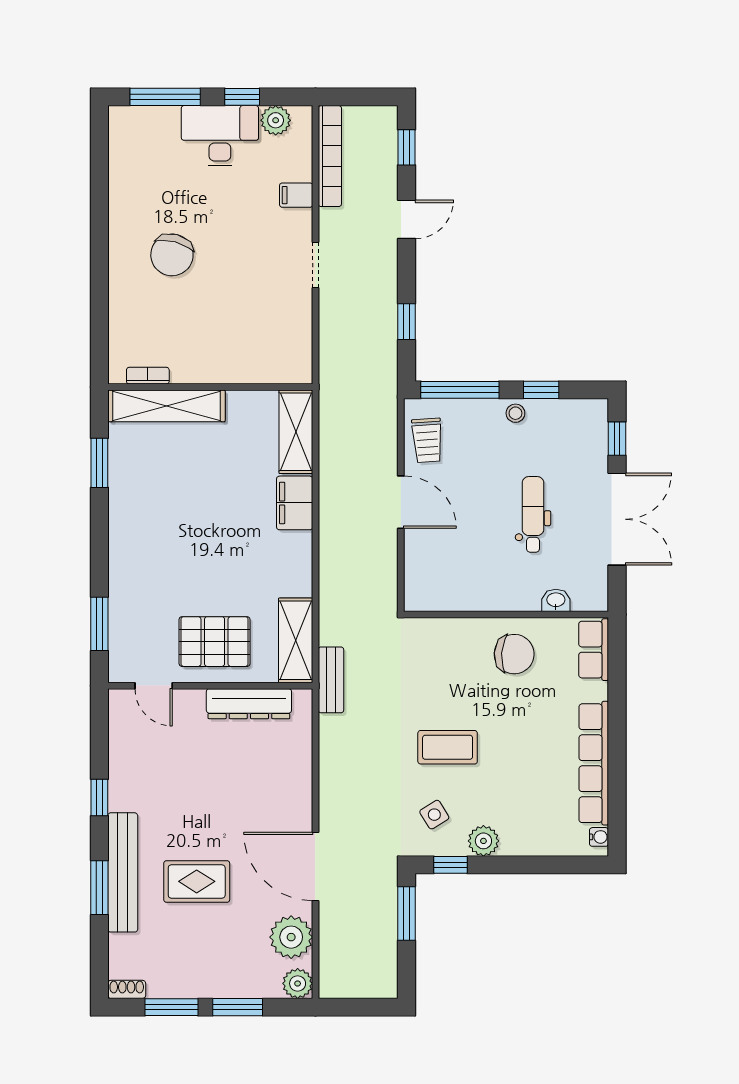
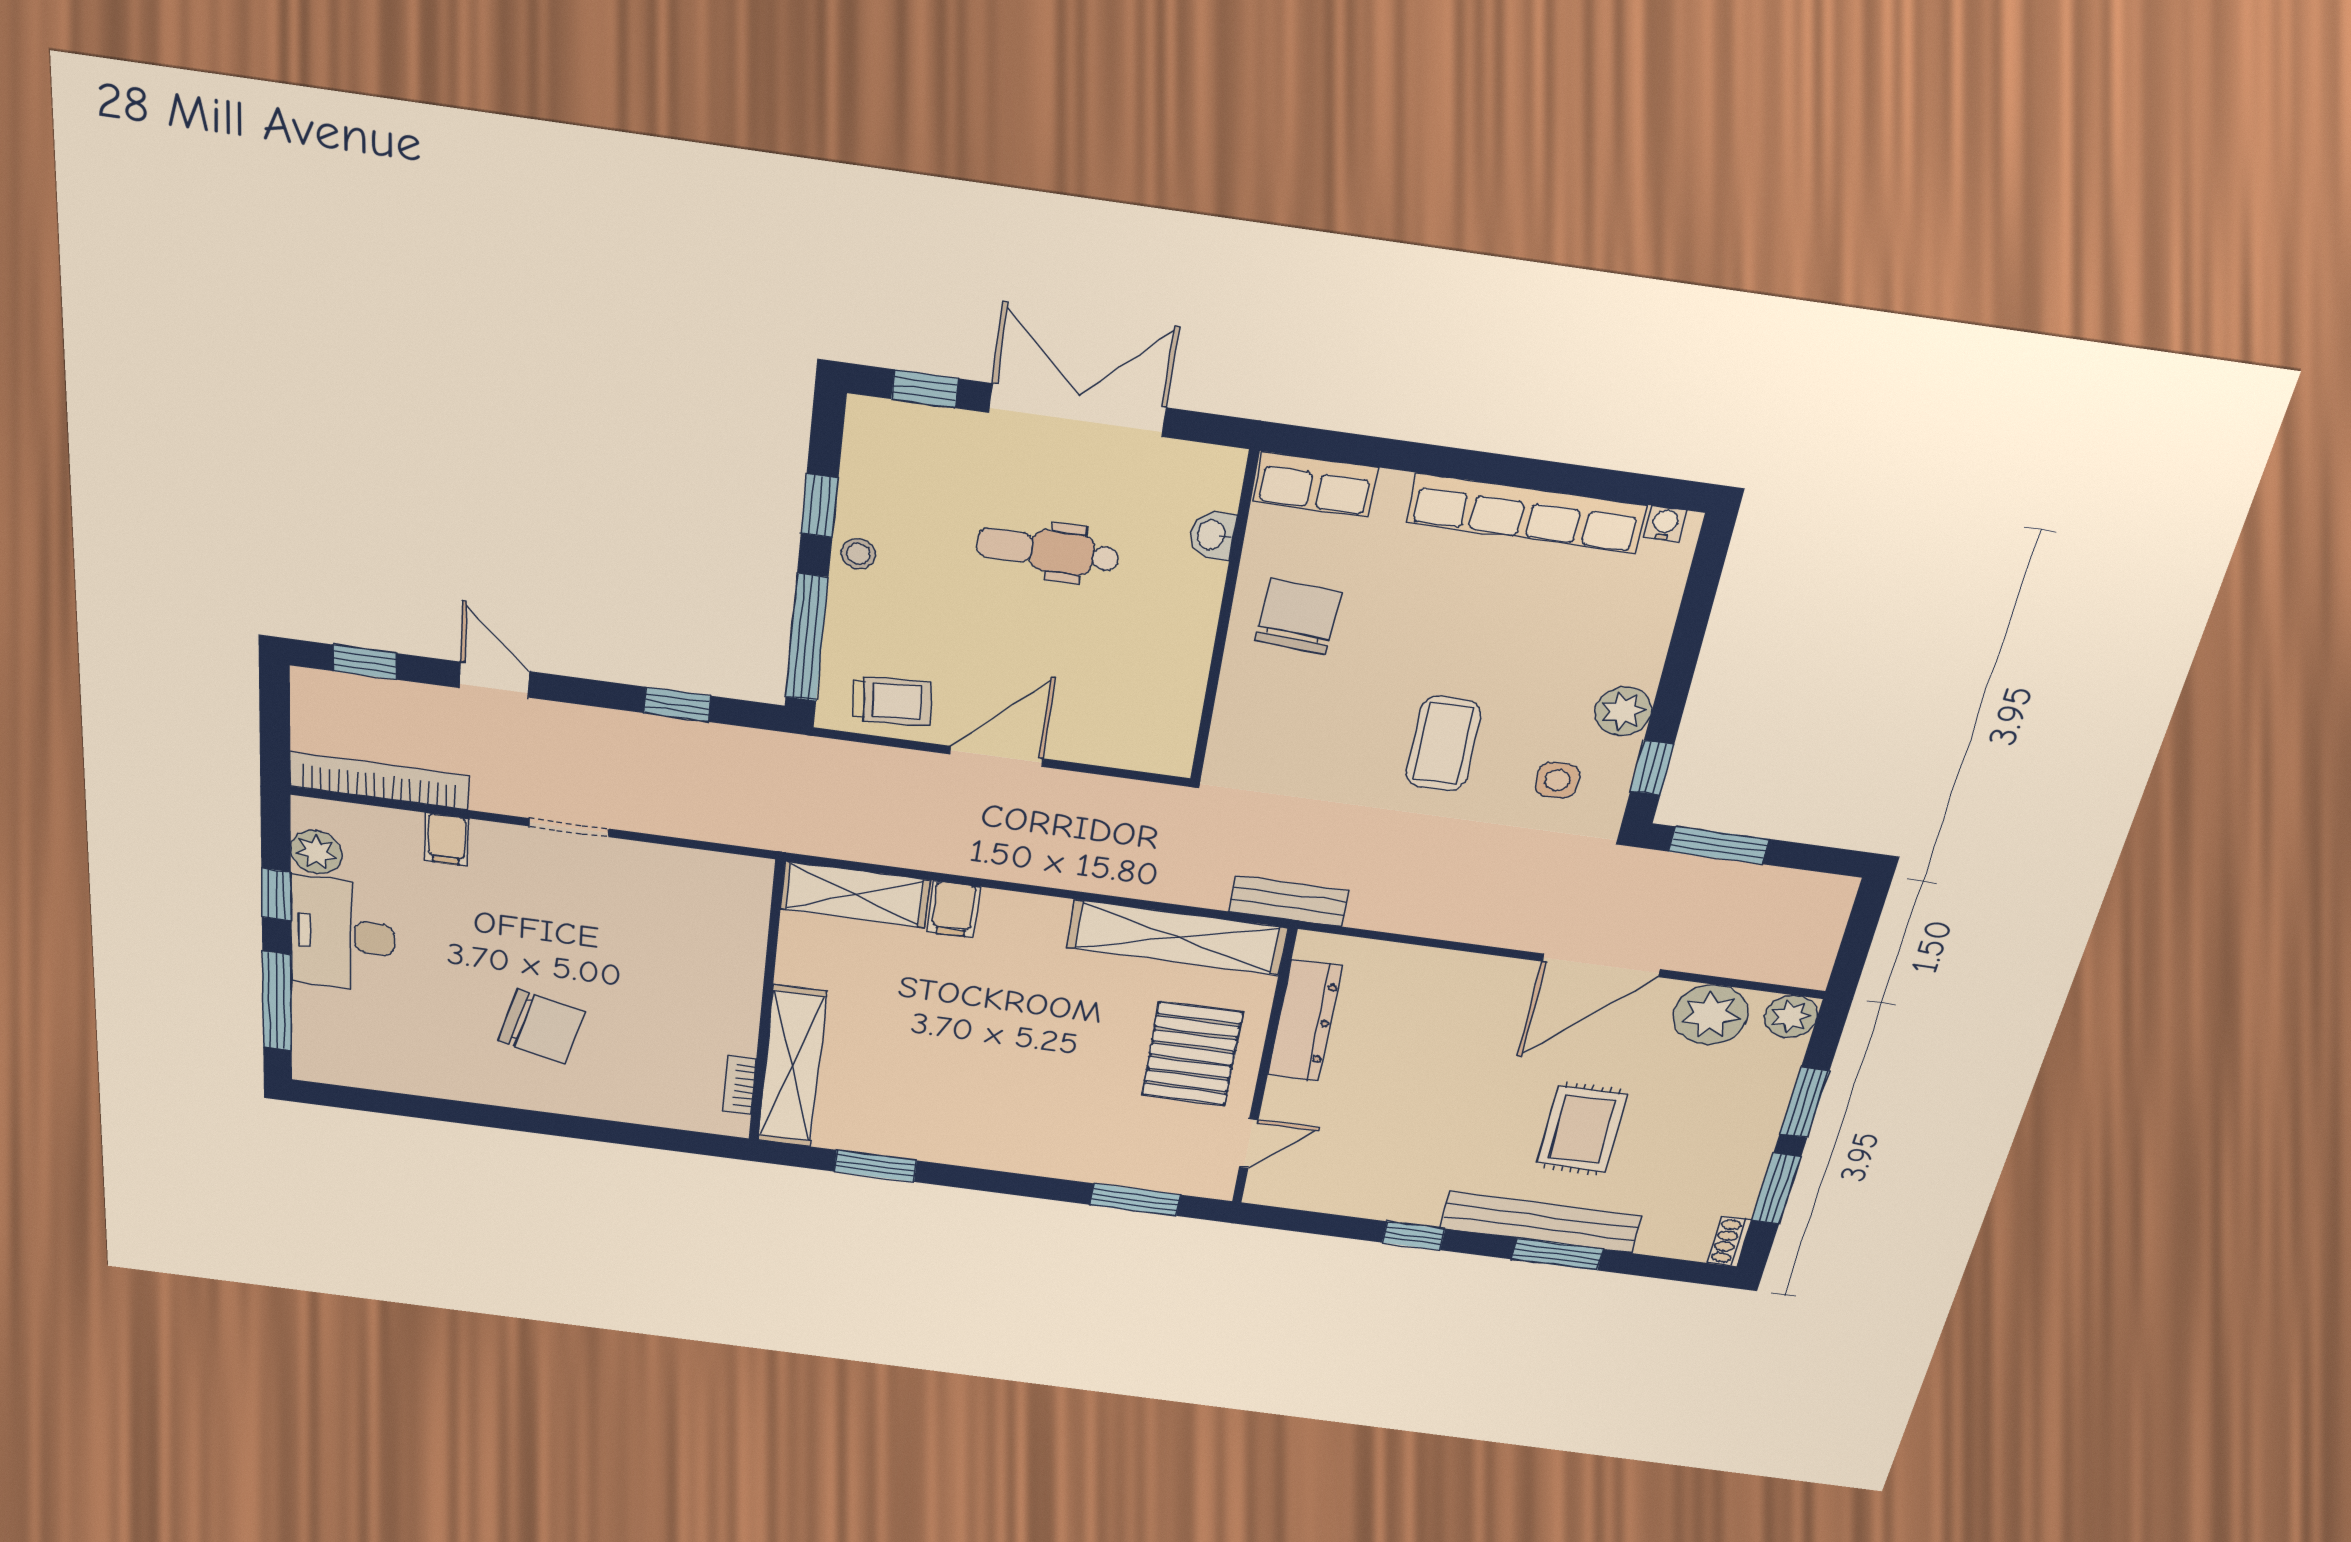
filing cabinet: (295, 503) -> (953, 909), width x0.50
shelving: (296, 640) -> (1177, 938), width x1.47
side table: (434, 815) -> (1557, 780), turned 32

